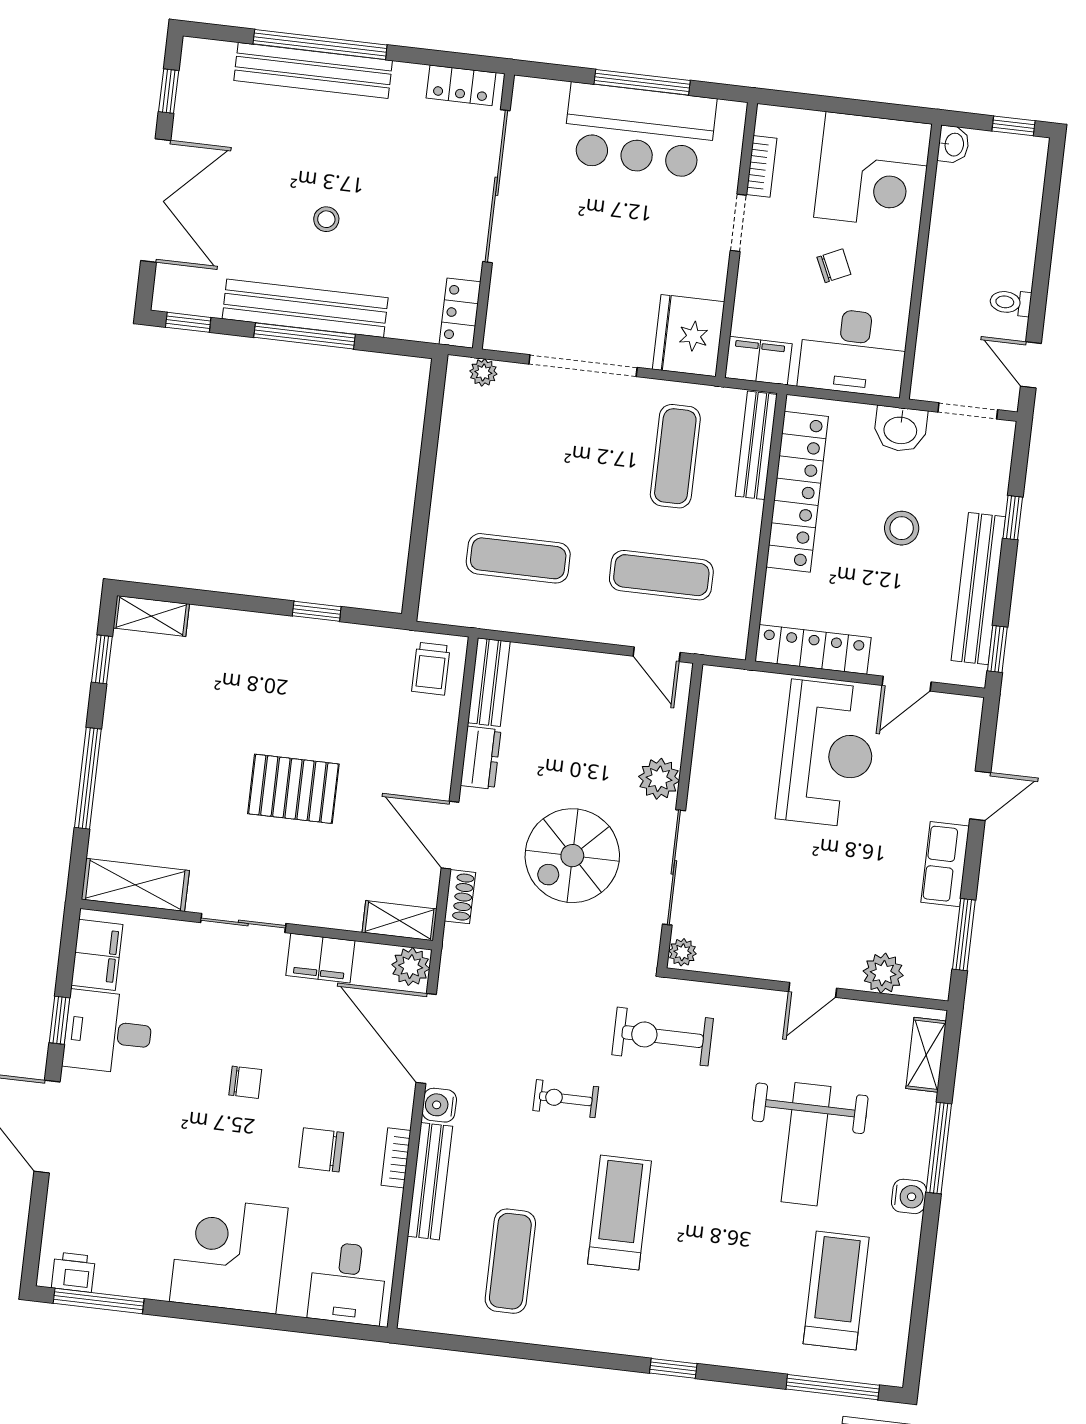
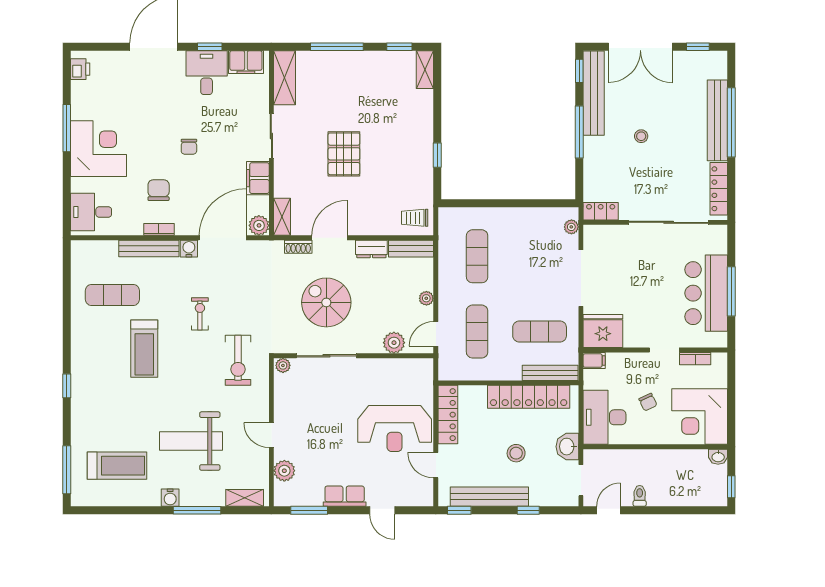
locker: (461, 85) -> (719, 189), width x1.53
bench: (305, 308) -> (594, 93), moved
filing cabinet: (758, 361) -> (594, 361), width x0.50
plant: (587, 664) -> (426, 298), added
plant: (659, 779) -> (394, 343), moved
exercise bike: (663, 1037) -> (238, 360), turned 180
treadmill: (620, 1212) -> (144, 349), turned 90
window: (99, 1301) -> (67, 128), moved

